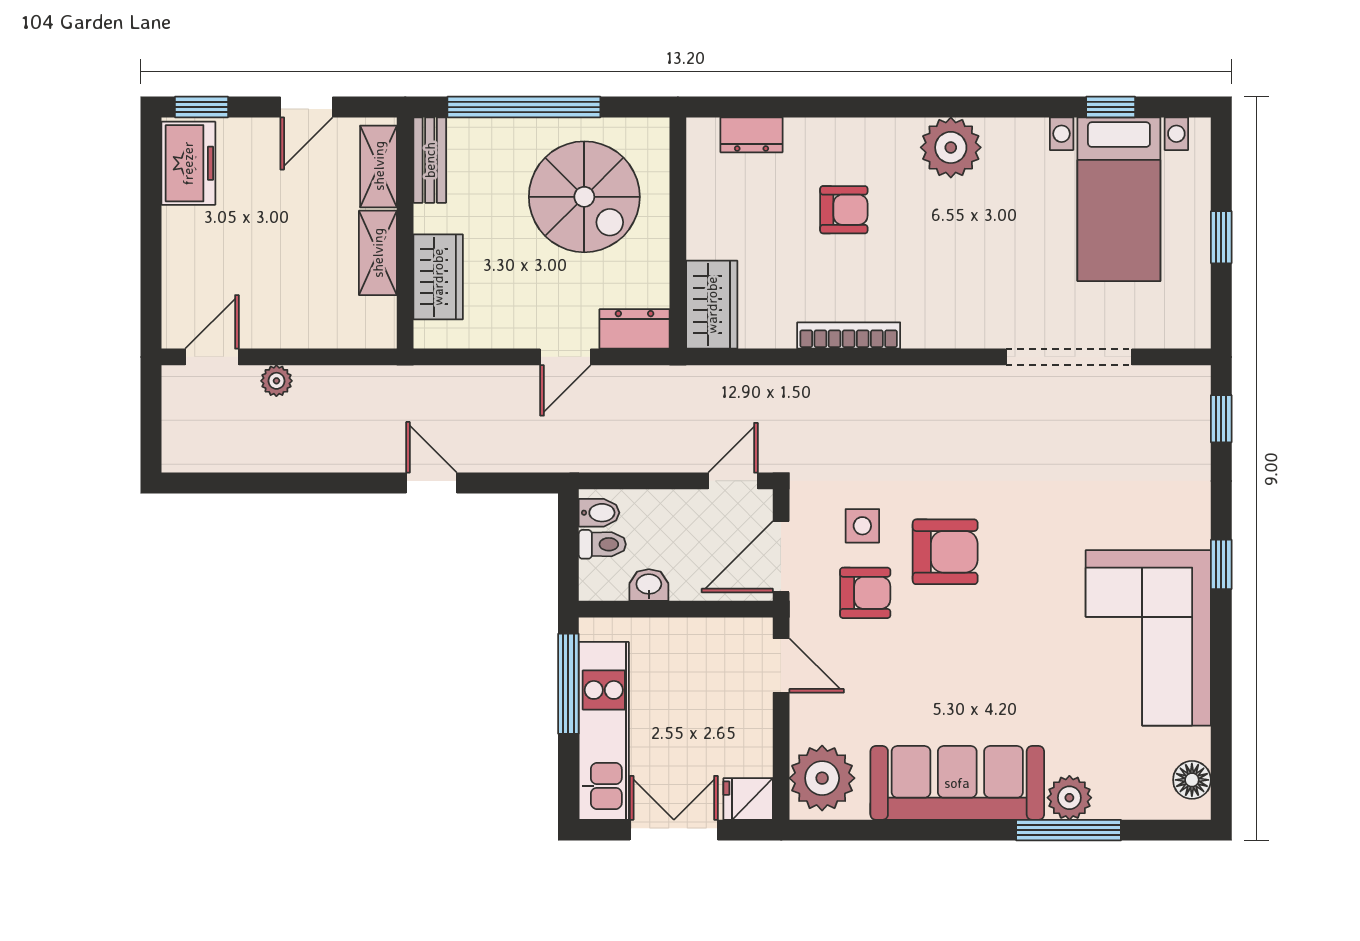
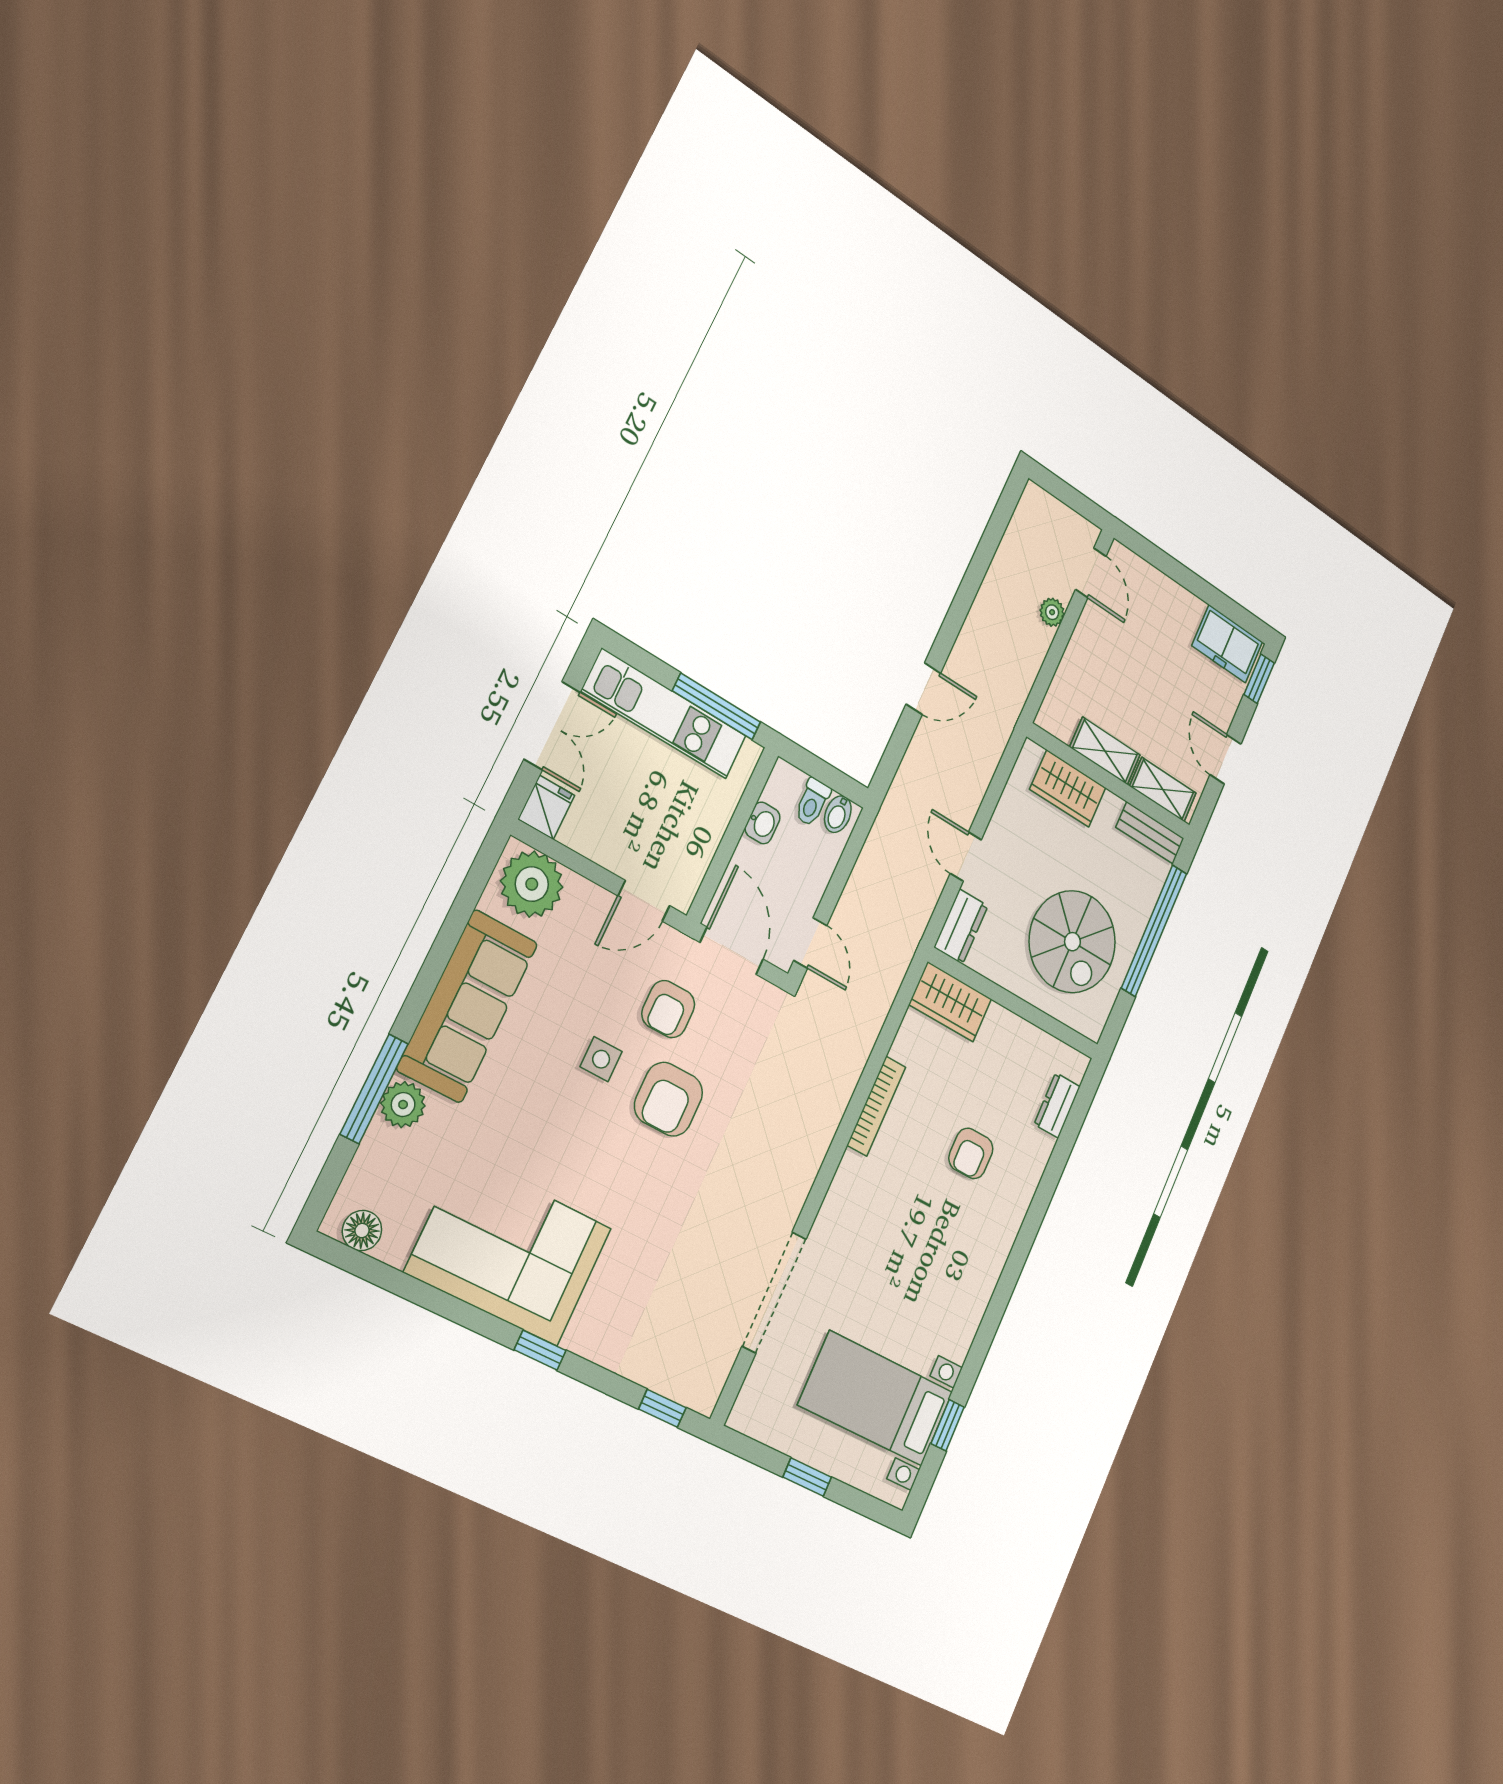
plant: (951, 147) -> (977, 1270), removed
spiral stairs: (584, 197) -> (1072, 942), turned -90
side table: (862, 526) -> (601, 1059), moved

